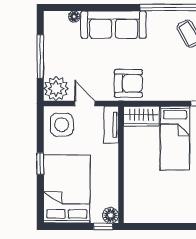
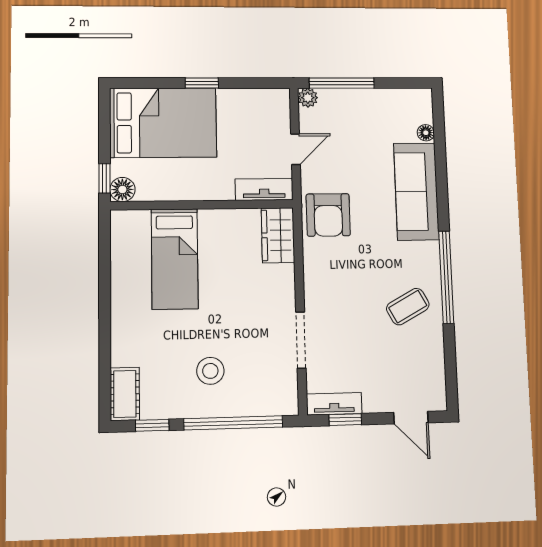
window: (40, 57) -> (342, 83), moved
plant: (56, 89) -> (308, 98), width x0.53, depth x0.53
side table: (62, 125) -> (262, 115), removed
bed: (175, 138) -> (175, 259), moved, turned -90

